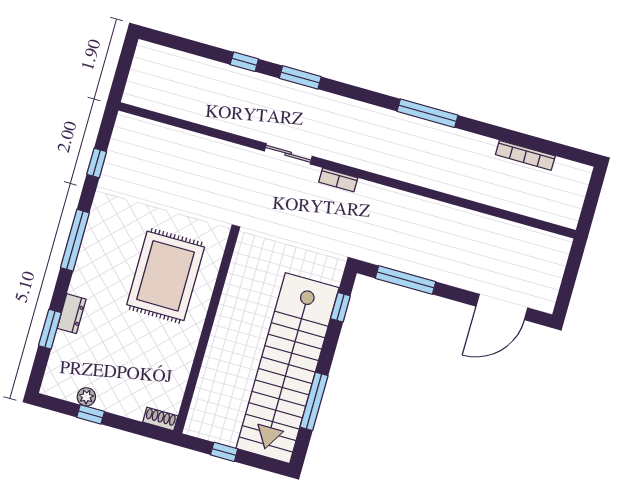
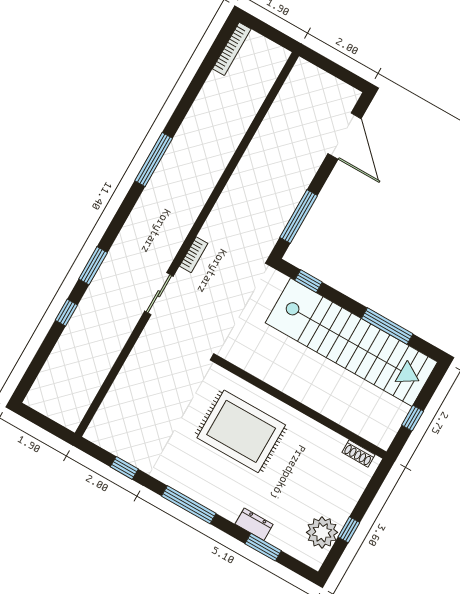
bookcase: (525, 155) -> (232, 49), moved
plant: (86, 397) -> (322, 532), width x1.88, depth x1.88
shoe rack: (160, 419) -> (359, 454), moved, turned -90

